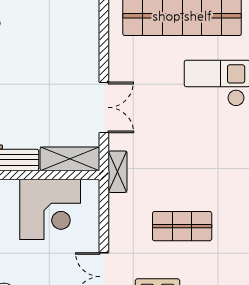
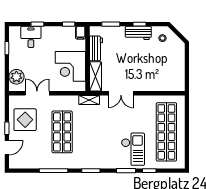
shop shelf: (182, 226) -> (62, 132), width x1.43, depth x1.36

